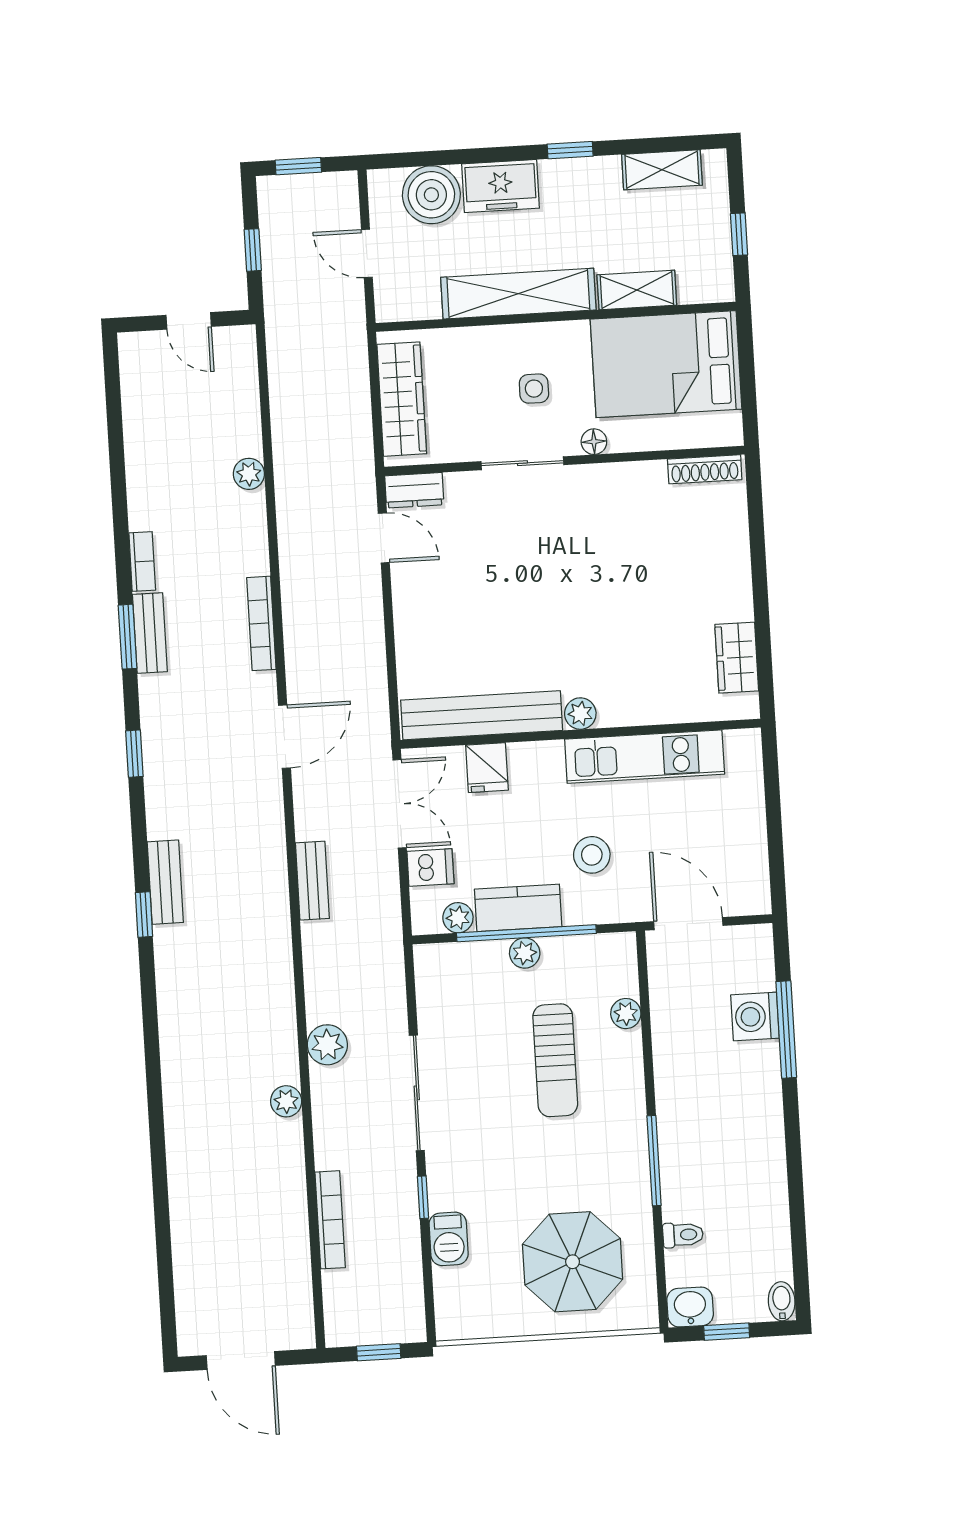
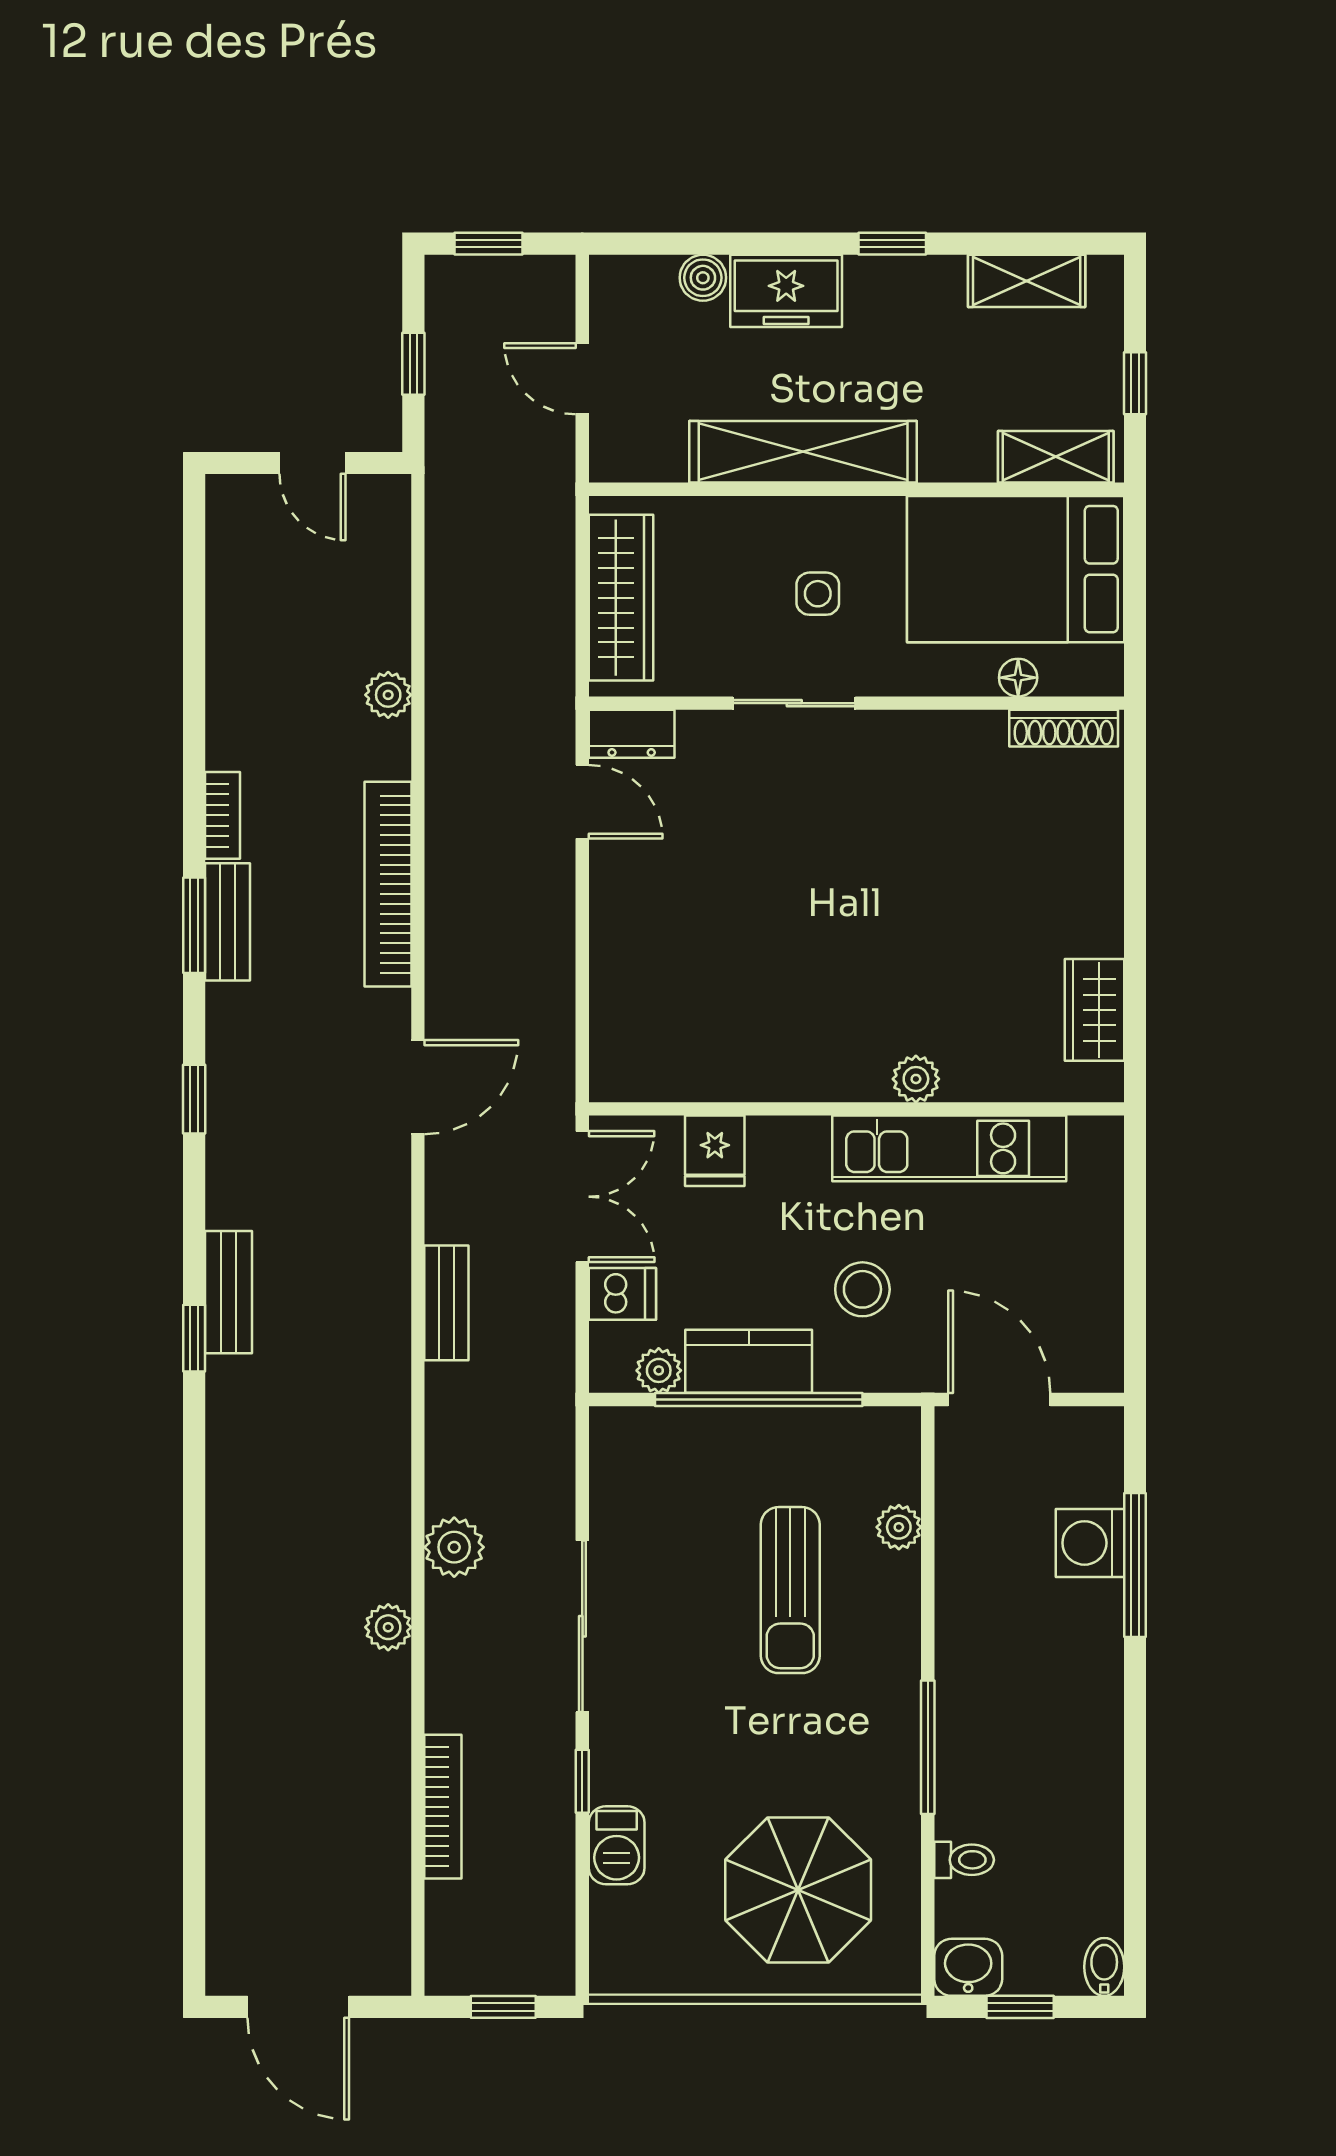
boiler: (431, 195) -> (703, 278), width x0.54, depth x0.54
shelving: (637, 290) -> (1056, 457), moved
floor lamp: (594, 442) -> (1018, 678), moved
bookcase: (261, 623) -> (388, 884), width x1.48, depth x1.31
plant: (580, 714) -> (916, 1079), moved
bench: (482, 715) -> (712, 1073), removed
plant: (525, 953) -> (754, 1429), removed

